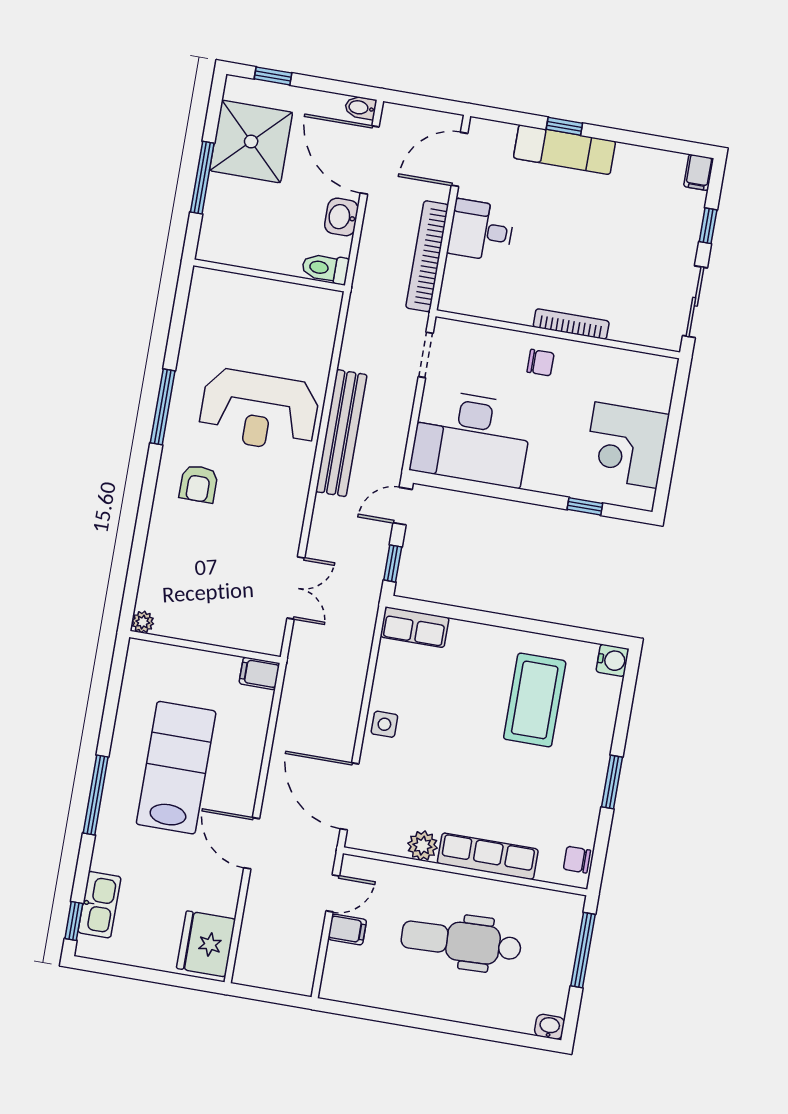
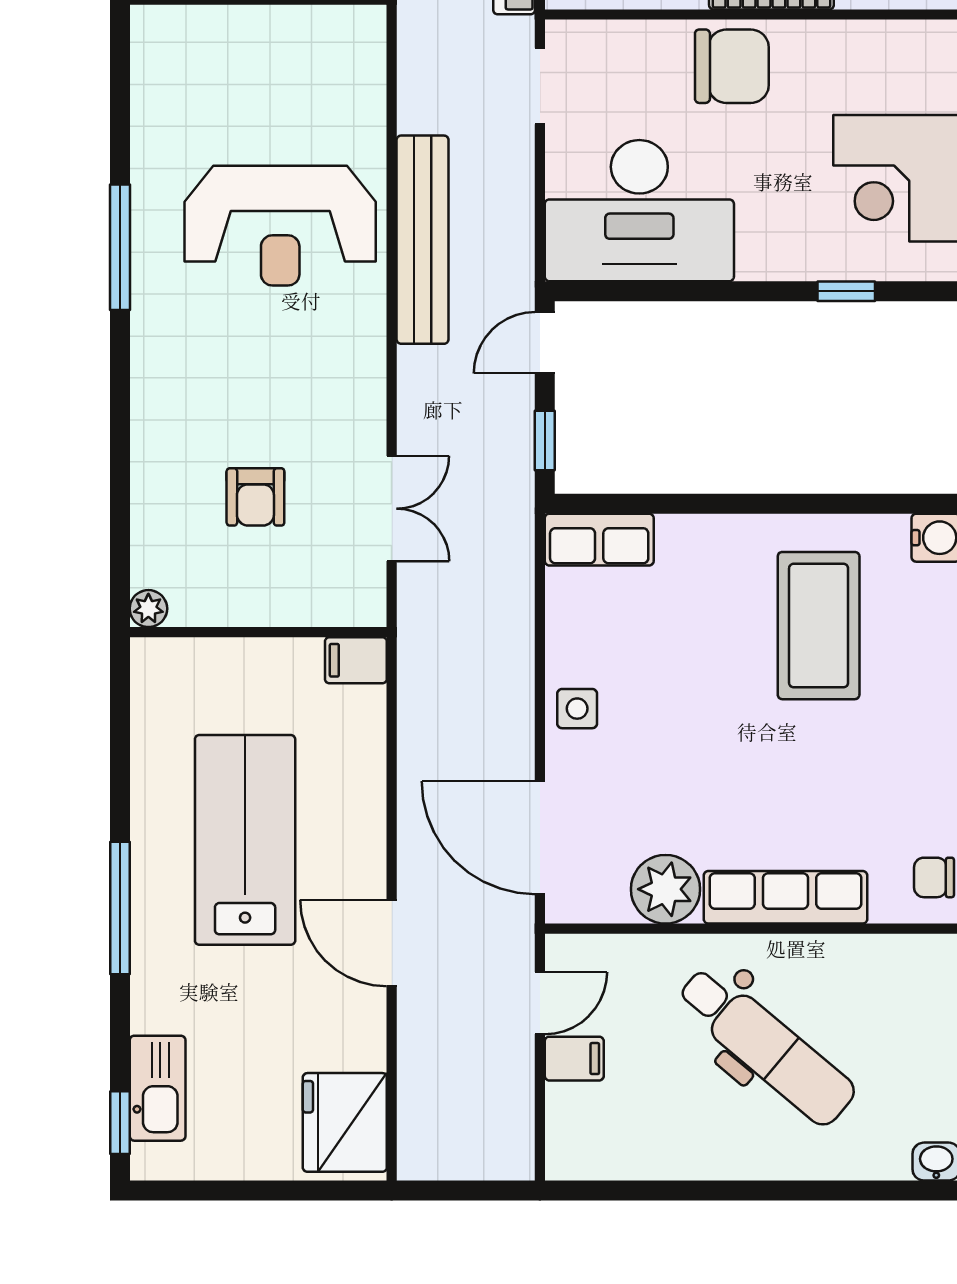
chair: (541, 363) -> (732, 66), width x1.87, depth x1.87
armchair: (199, 484) -> (255, 497), moved
plant: (422, 846) -> (665, 889), width x1.36, depth x1.36
dental chair: (461, 942) -> (766, 1046), turned -138

